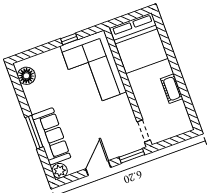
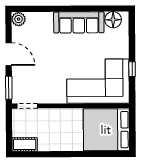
cot: (172, 89) -> (25, 144), moved
window: (34, 132) -> (61, 9), removed
sofa: (51, 136) -> (79, 22), moved

